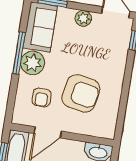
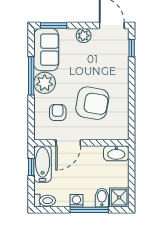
armchair: (42, 97) -> (58, 112), turned 180

